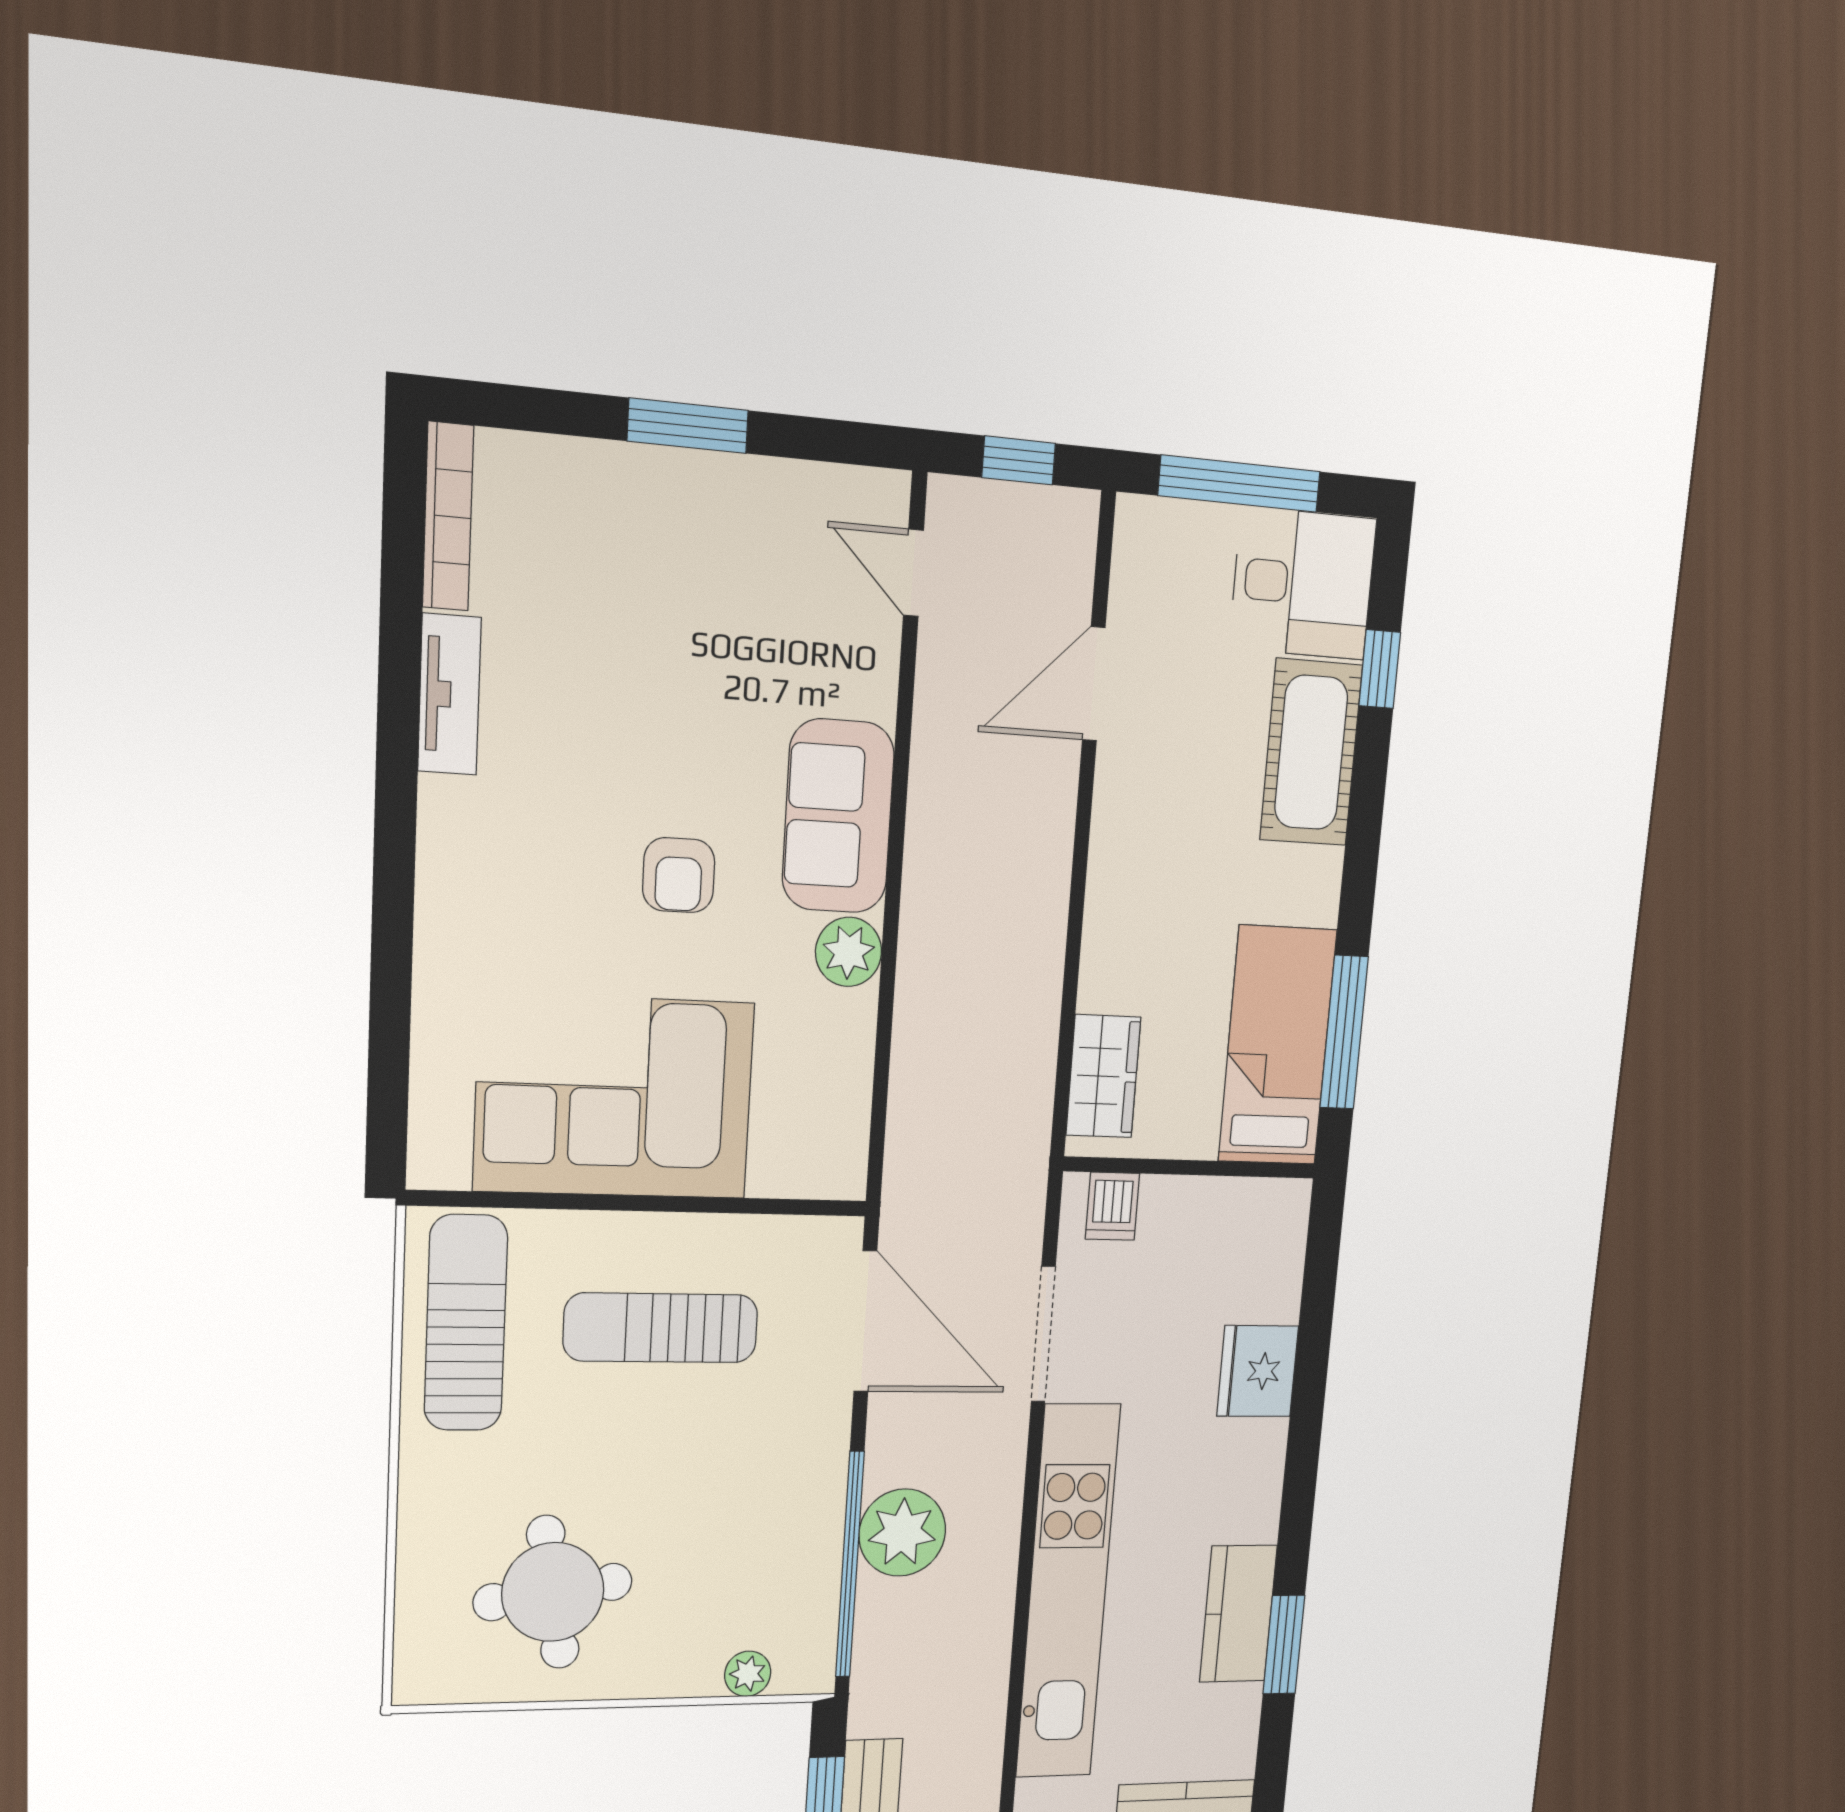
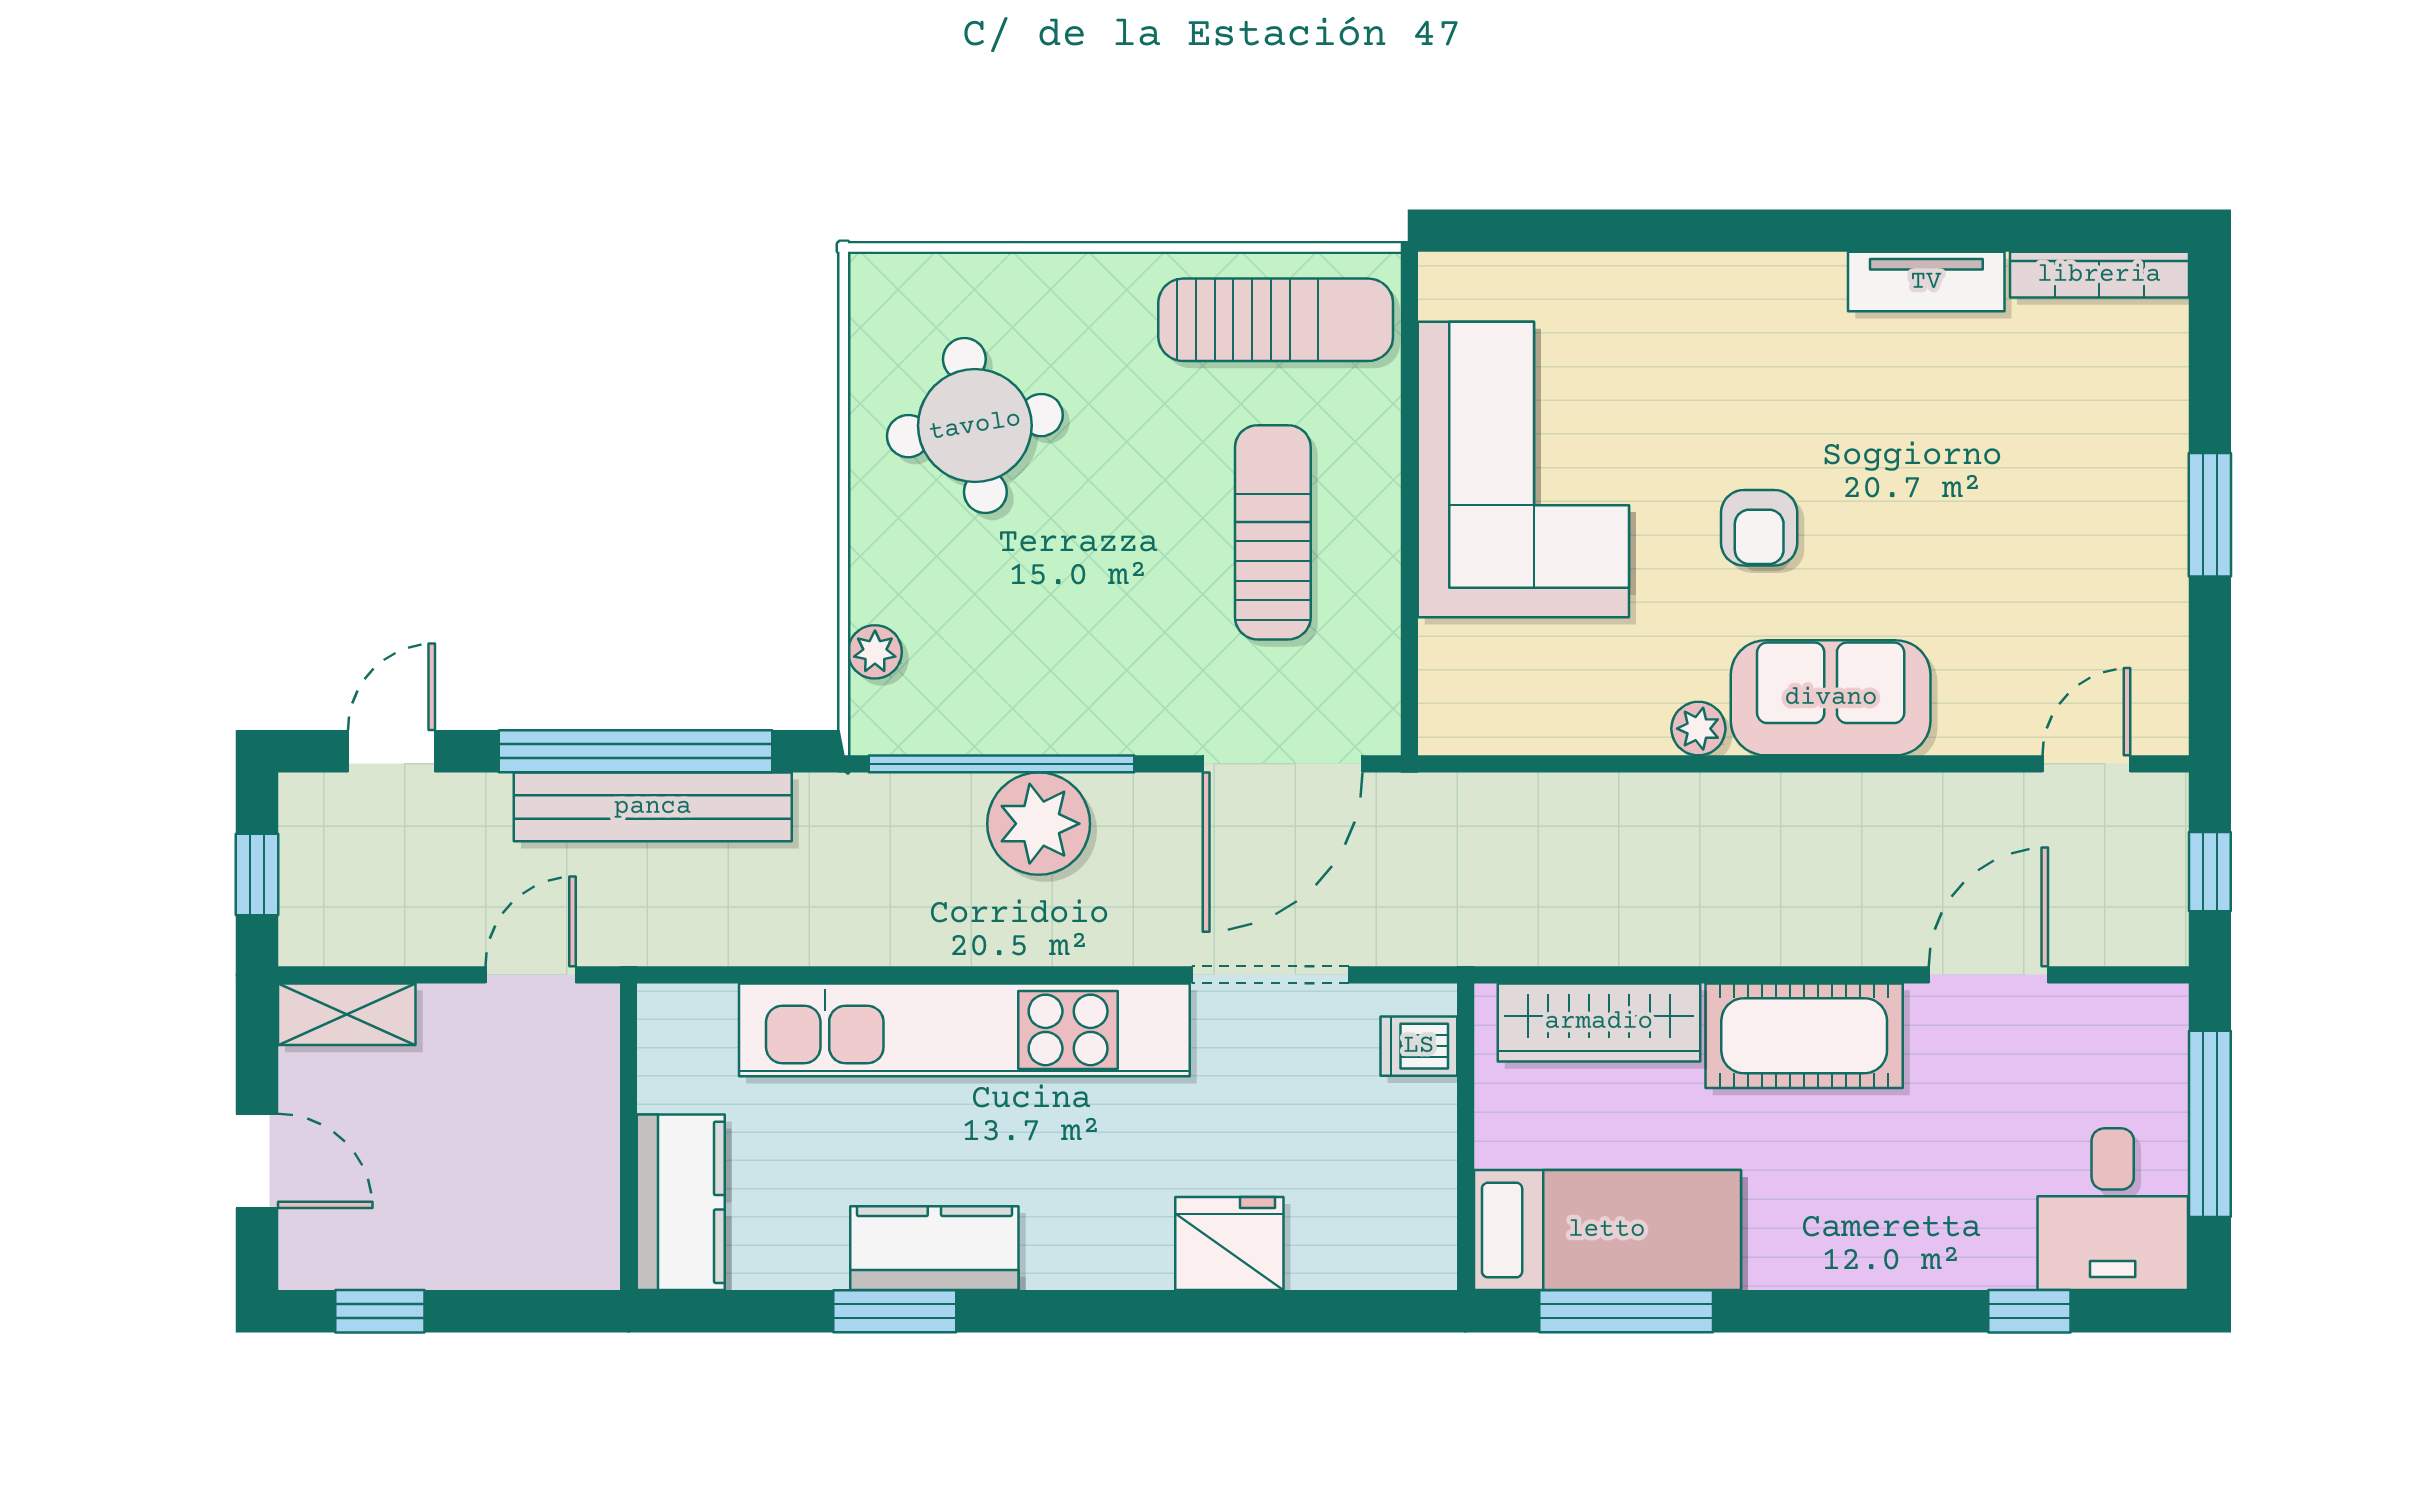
door: (1094, 684) -> (1988, 975), hinge flipped
cot: (1311, 753) -> (1804, 1036), moved
armchair: (679, 875) -> (1759, 528), turned -90
plant: (849, 952) -> (1698, 729), width x0.73, depth x0.73
wardrobe: (1103, 1076) -> (1599, 1022), width x1.50

